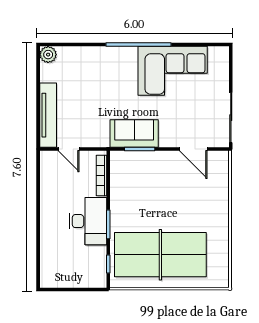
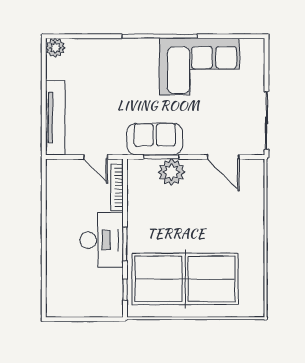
door: (69, 149) -> (96, 157), moved
plant: (149, 162) -> (172, 172), added

